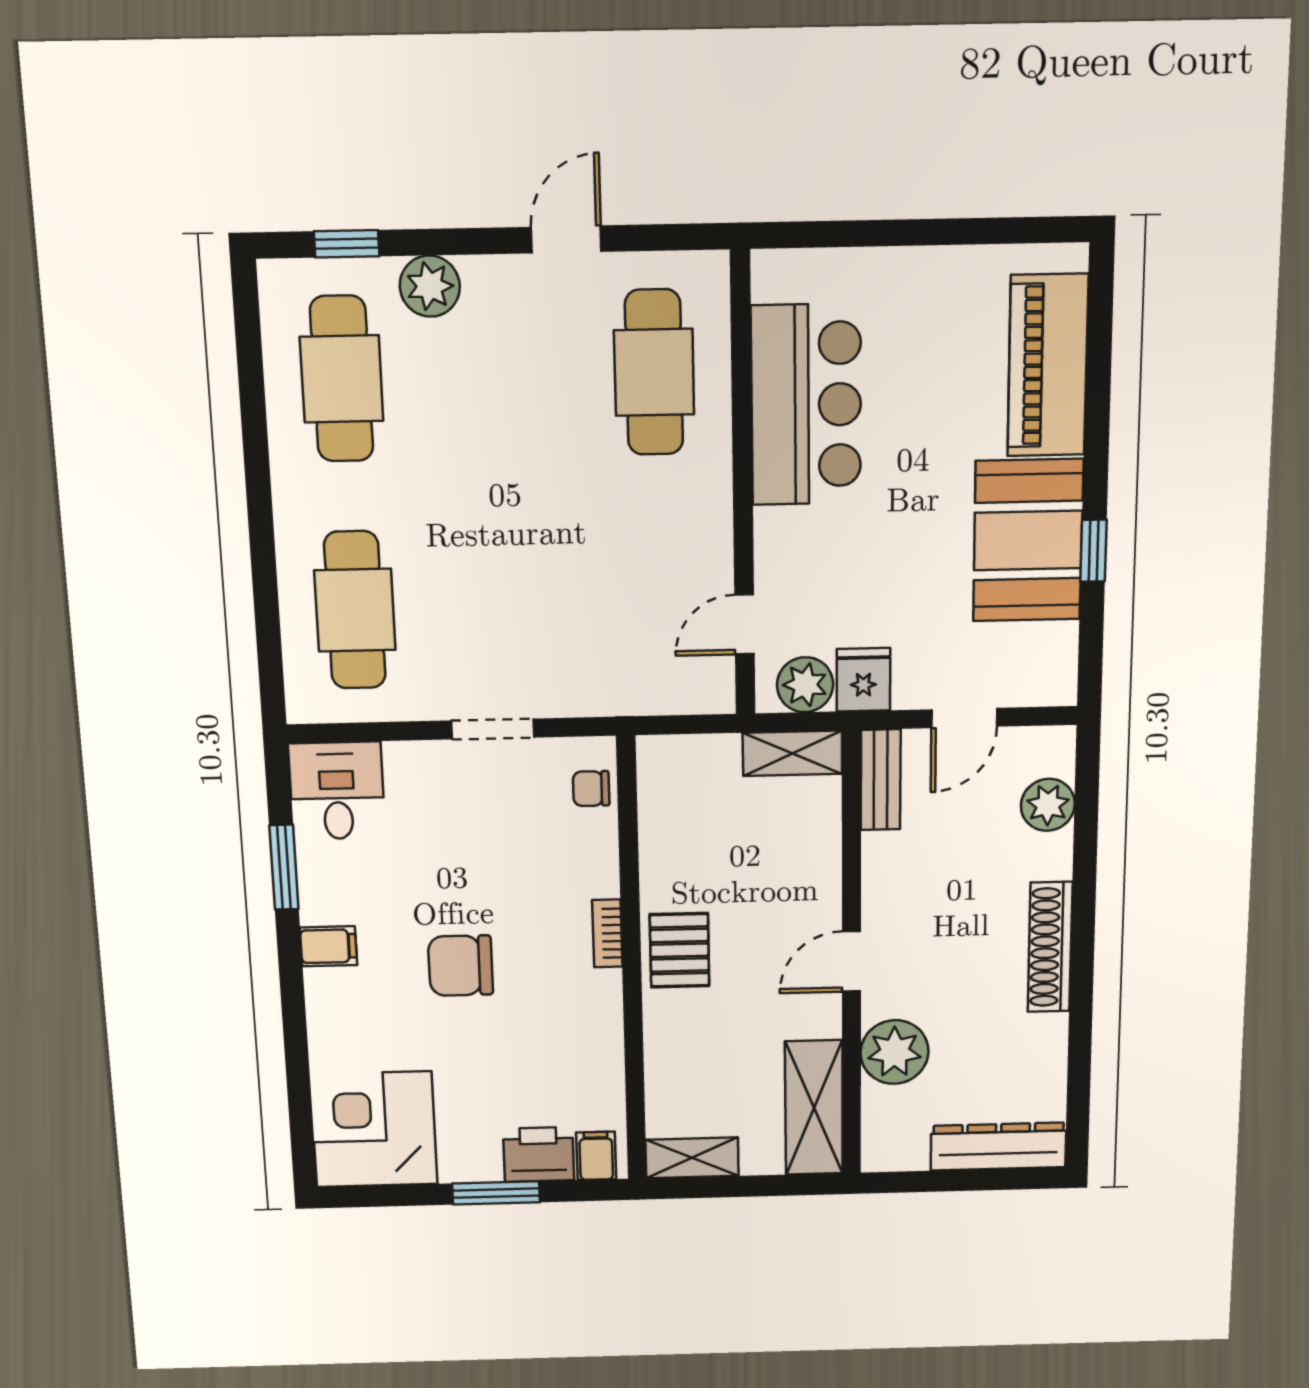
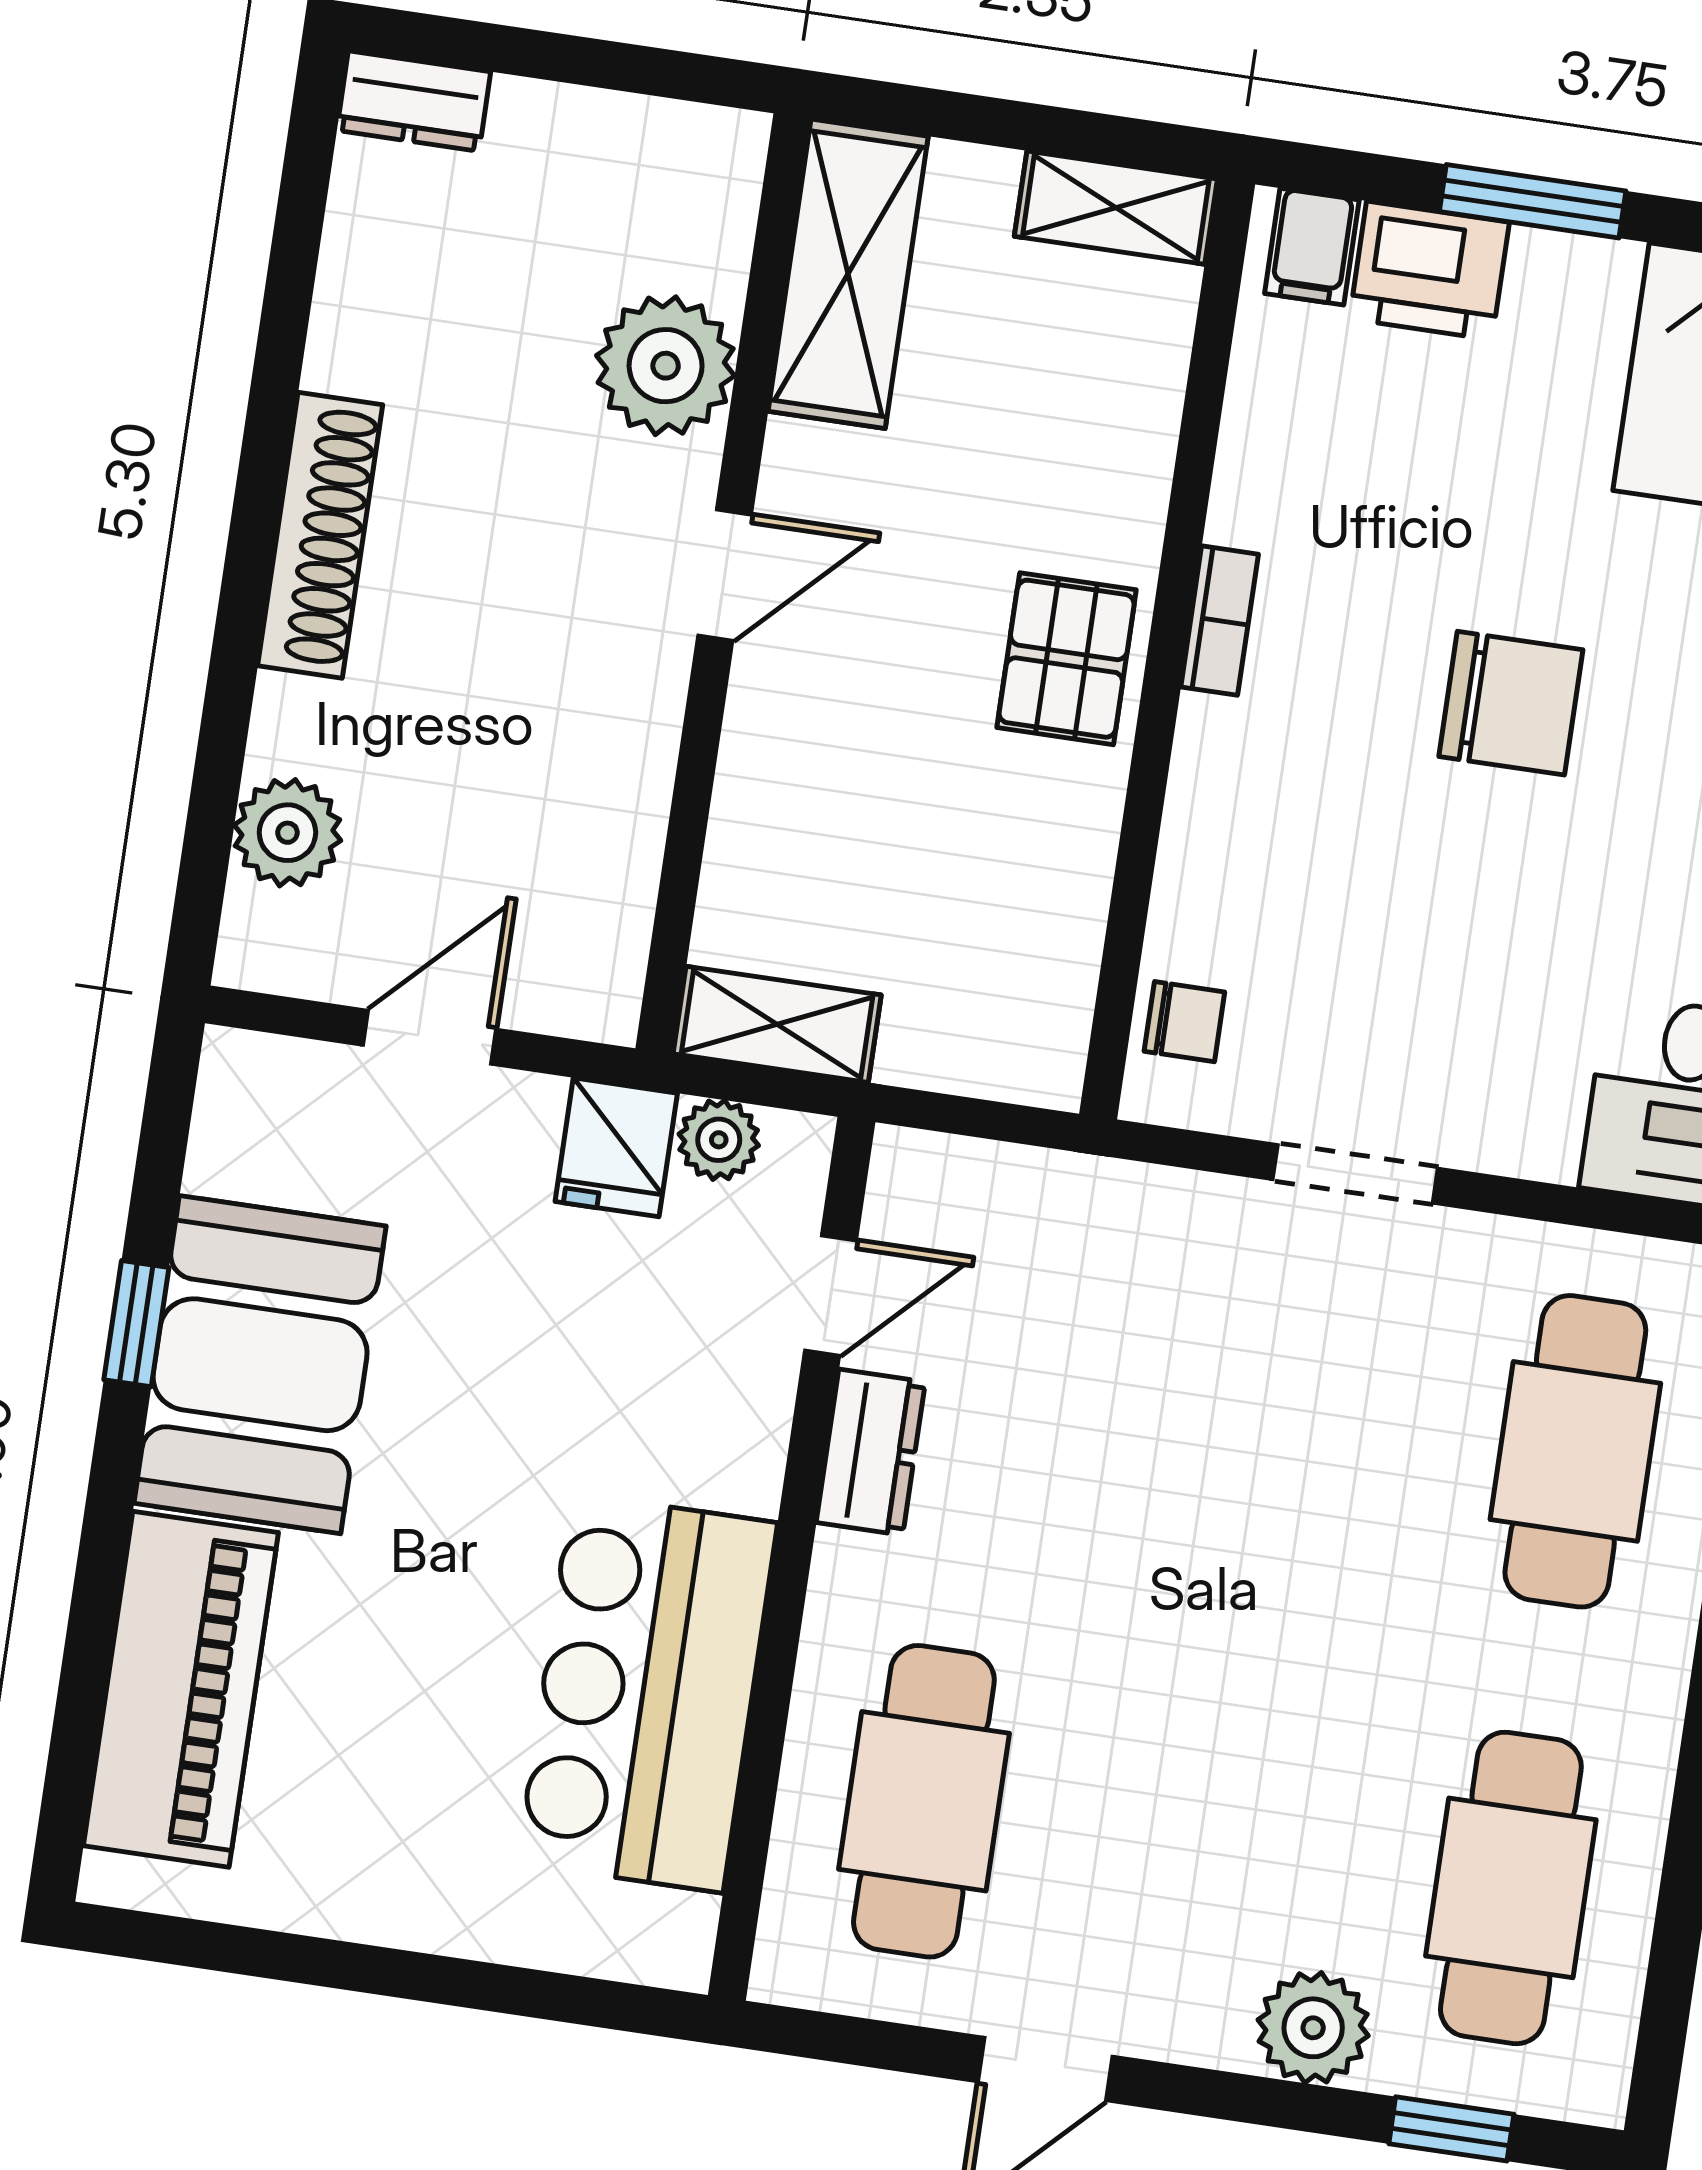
dresser: (711, 549) -> (871, 1452), added
plant: (805, 685) -> (719, 1140), width x0.73, depth x0.73
bench: (881, 780) -> (612, 941), removed
bookcase: (607, 933) -> (1220, 621), moved
dresser: (998, 1147) -> (414, 101), width x0.51, depth x0.80

